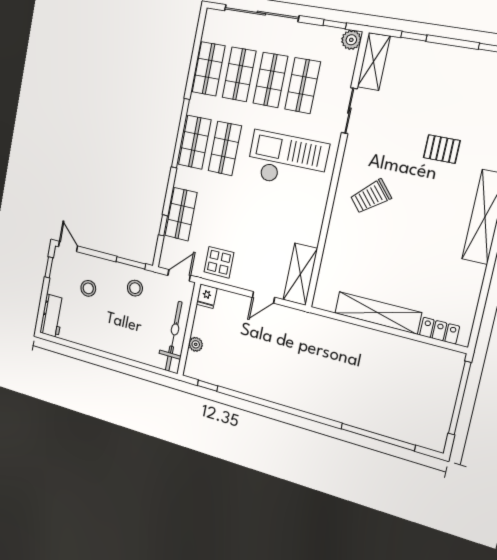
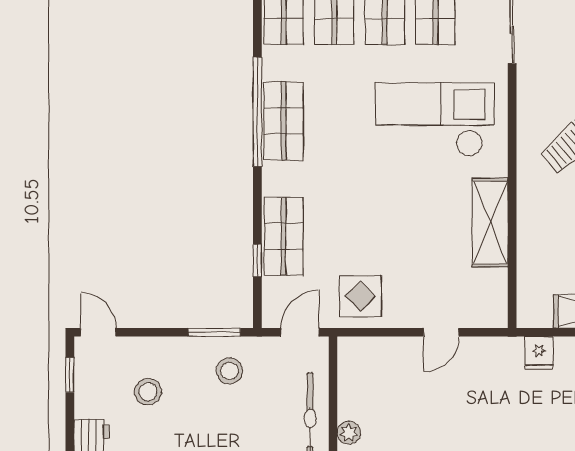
shop shelf: (225, 148) -> (334, 121), removed
shelving: (300, 274) -> (490, 223), moved
fridge: (207, 296) -> (539, 353), moved

